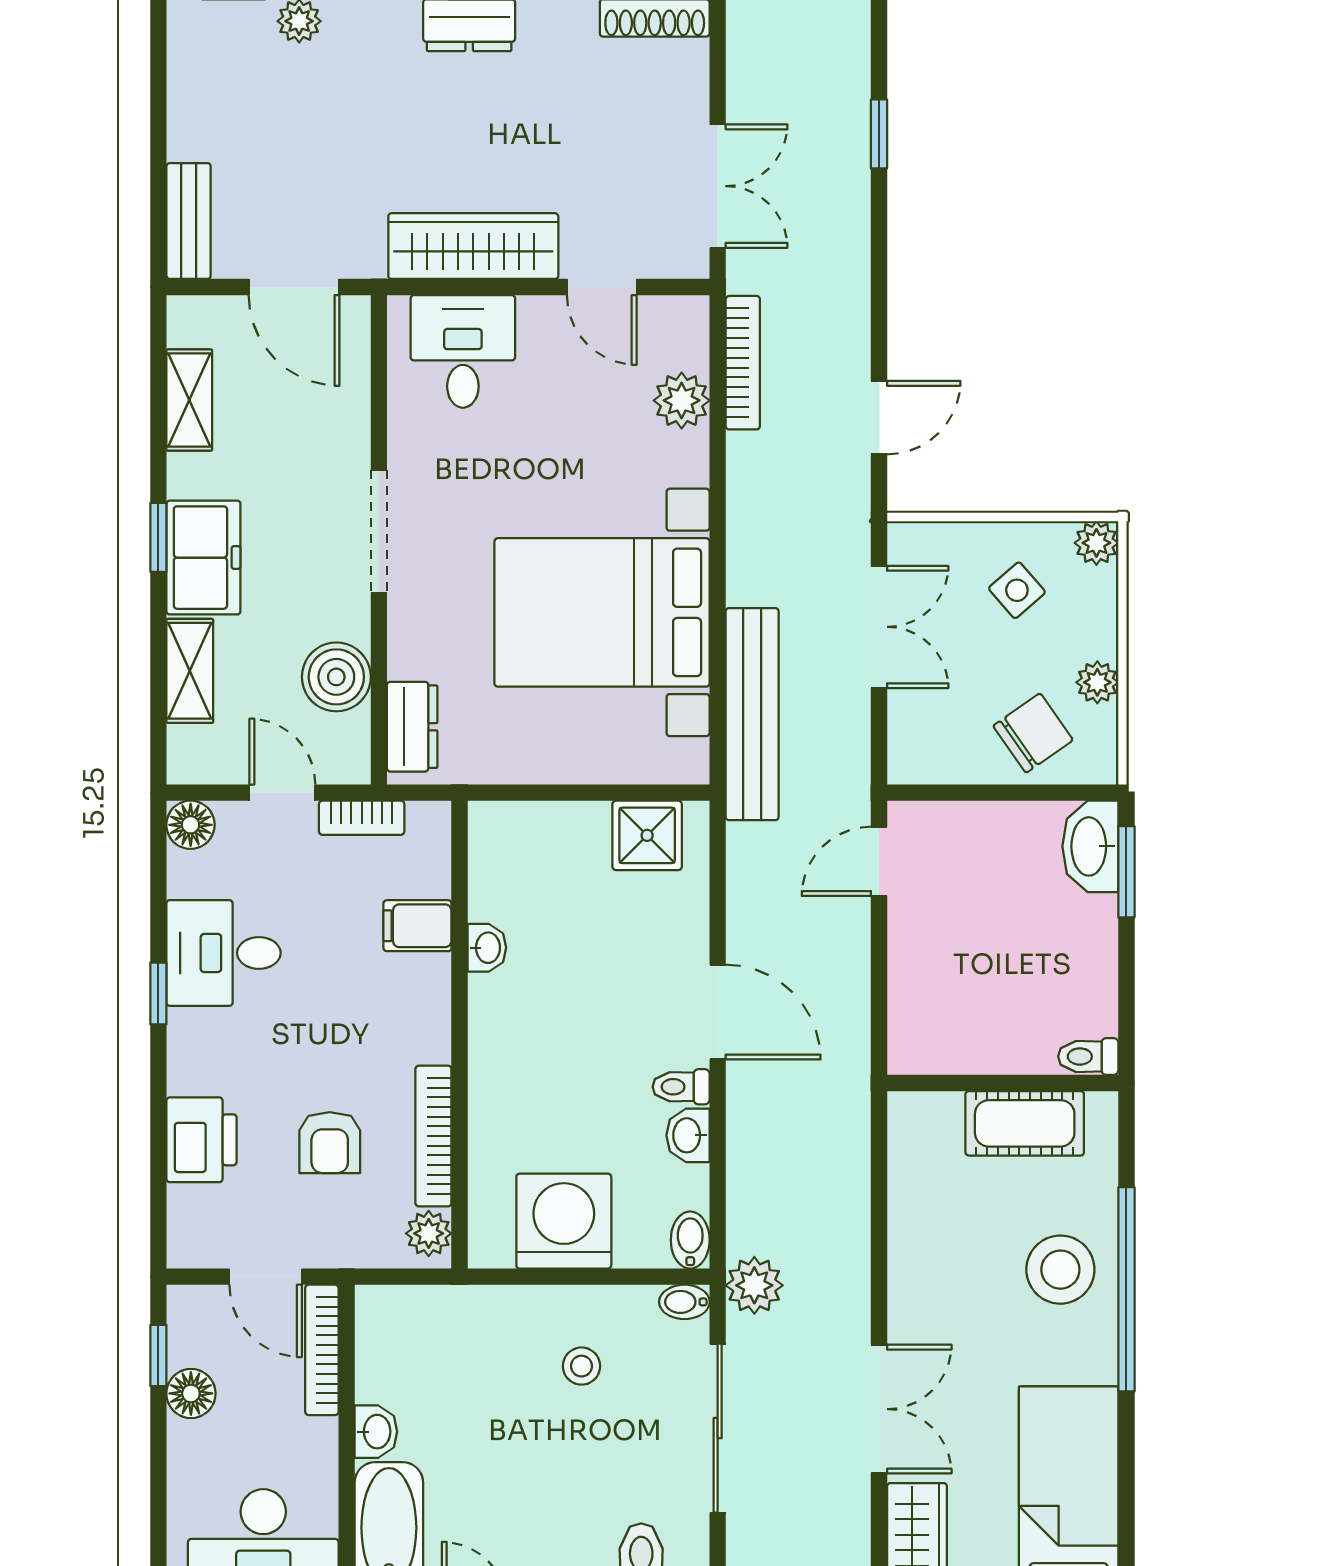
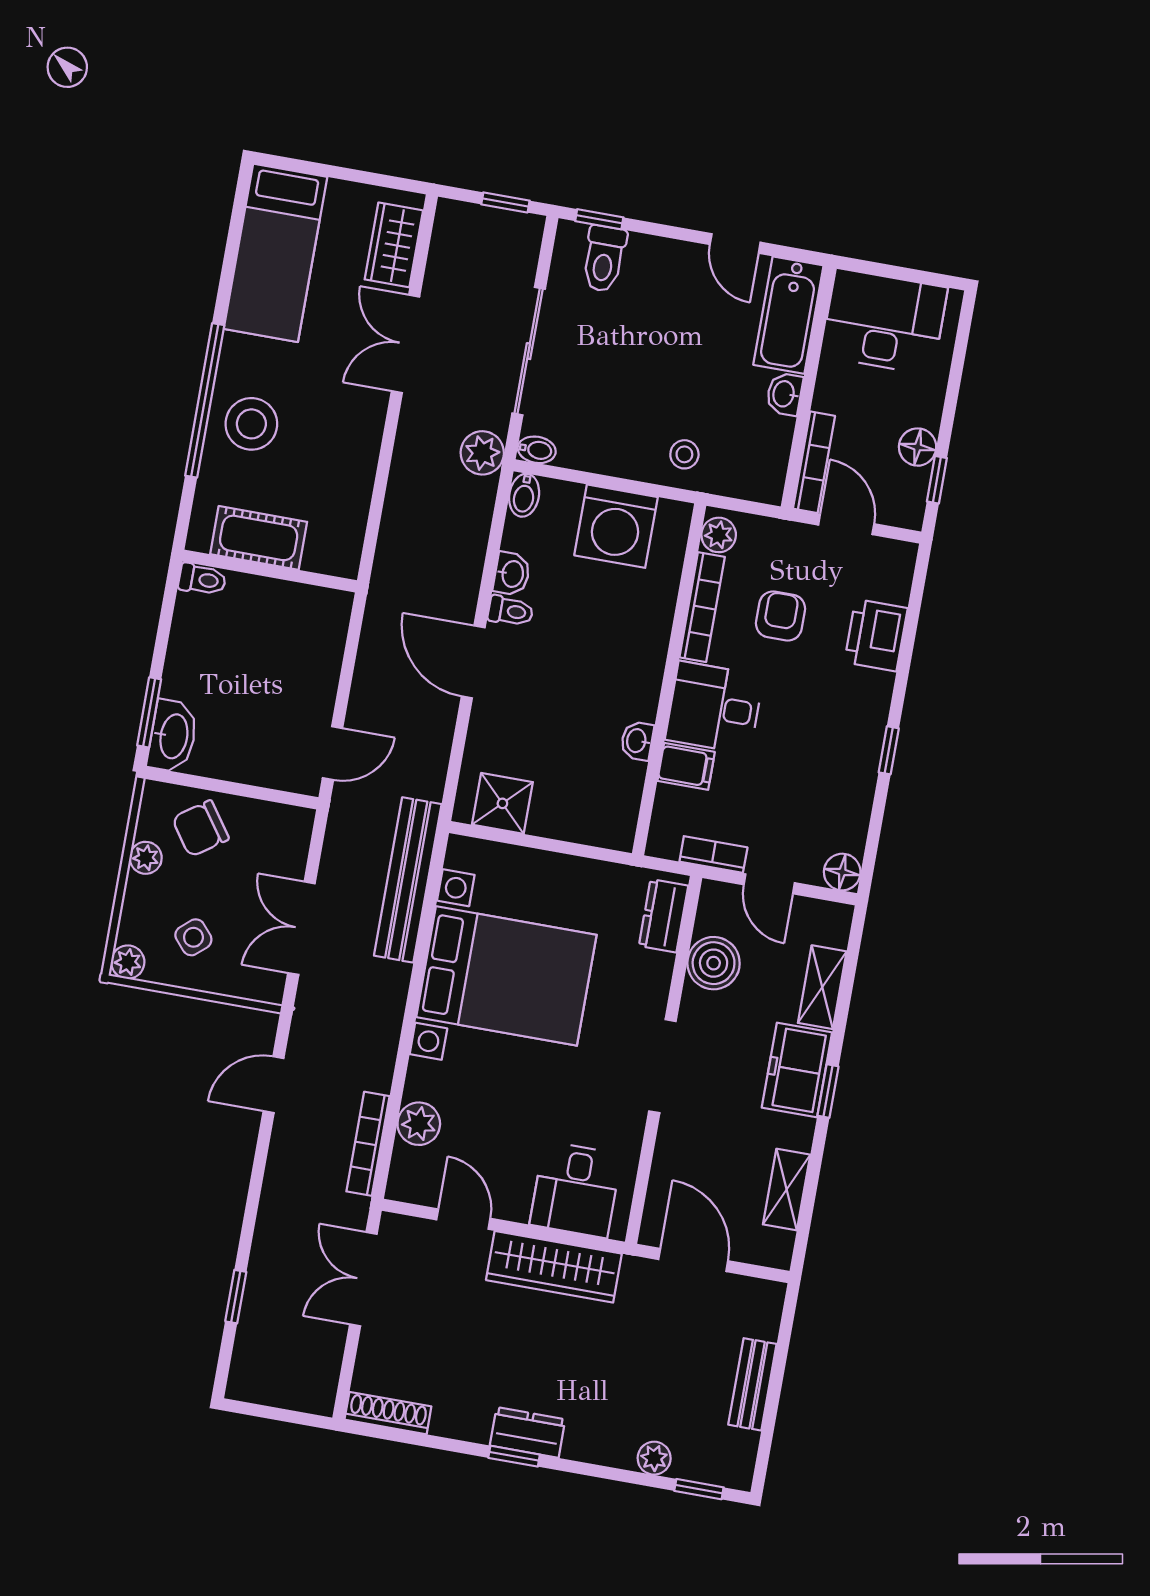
bench: (189, 221) -> (752, 1384), moved
desk: (223, 953) -> (714, 708), moved, turned 180
stool: (582, 1366) -> (684, 454), moved

